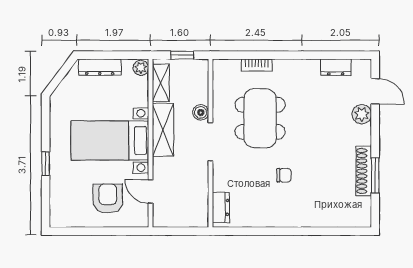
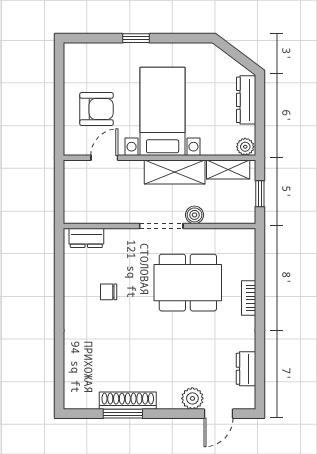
bookcase: (257, 65) -> (249, 298), moved
chair: (284, 175) -> (109, 292), moved, turned 90

